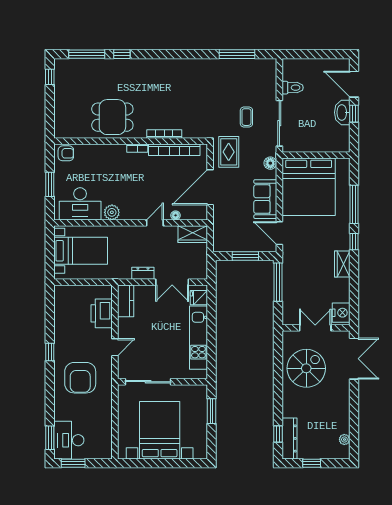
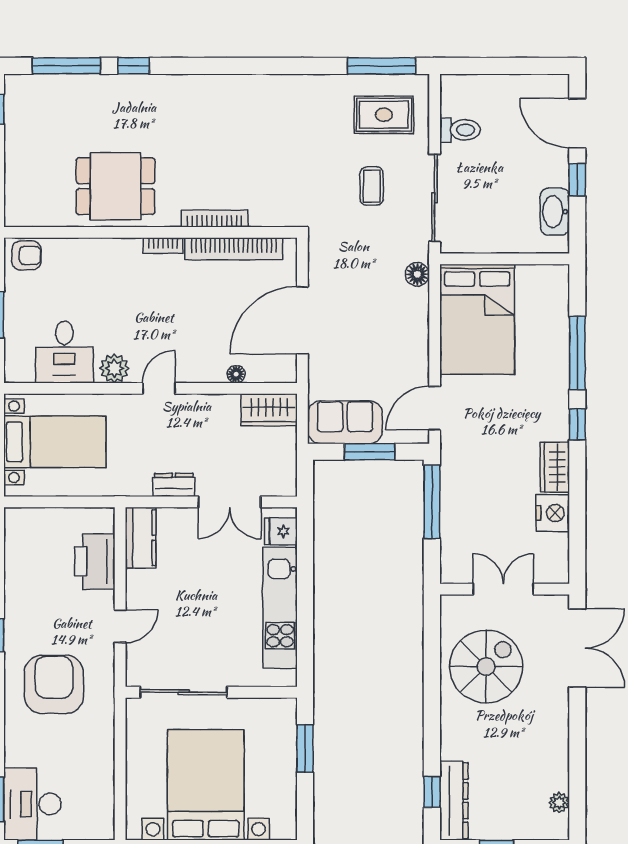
window: (237, 54) -> (382, 66), moved
washbasin: (342, 112) -> (555, 212), moved
rug: (229, 152) -> (384, 115), moved, turned 90
bed: (309, 187) -> (477, 319), width x0.73
sofa: (265, 199) -> (345, 422), moved, turned 90
desk: (80, 204) -> (64, 352), width x0.73
door: (155, 223) -> (159, 388), moved
door: (279, 233) -> (435, 408), hinge flipped
nightstand: (341, 313) -> (553, 513), moved
armchair: (80, 378) -> (54, 684), turned 180

